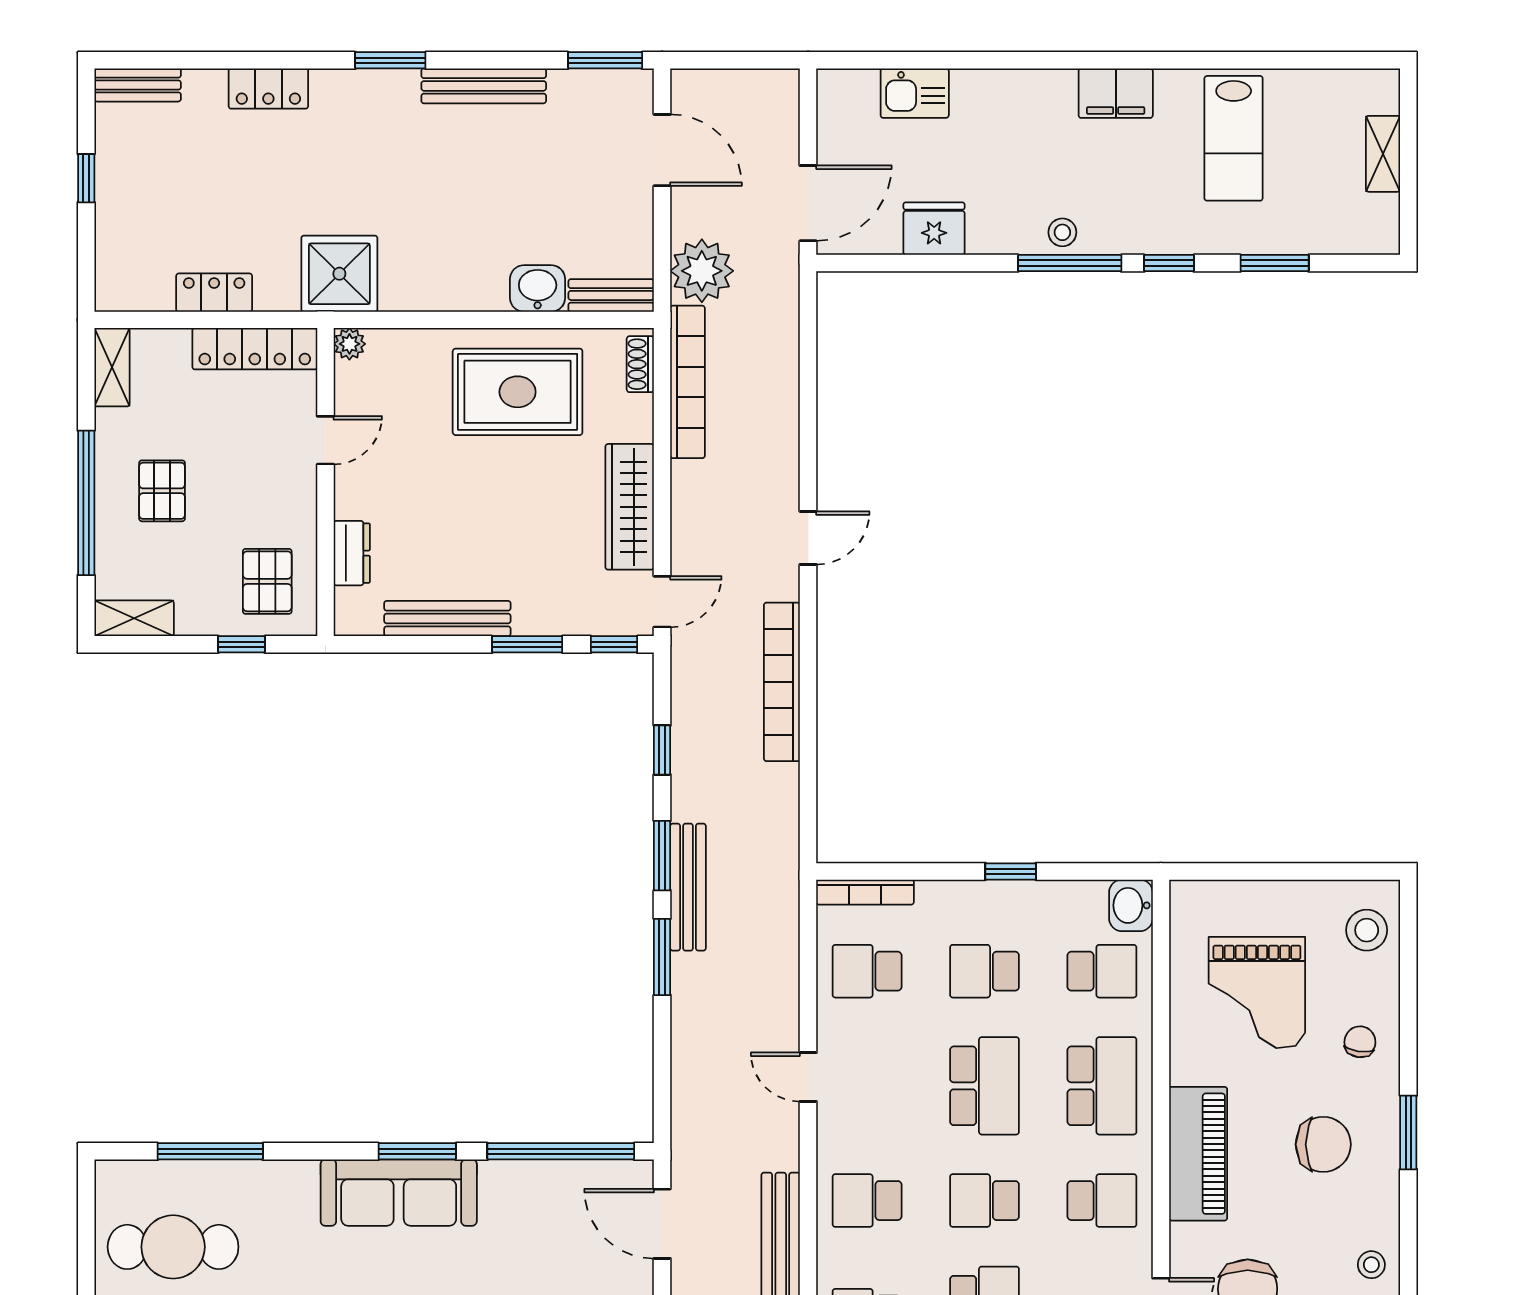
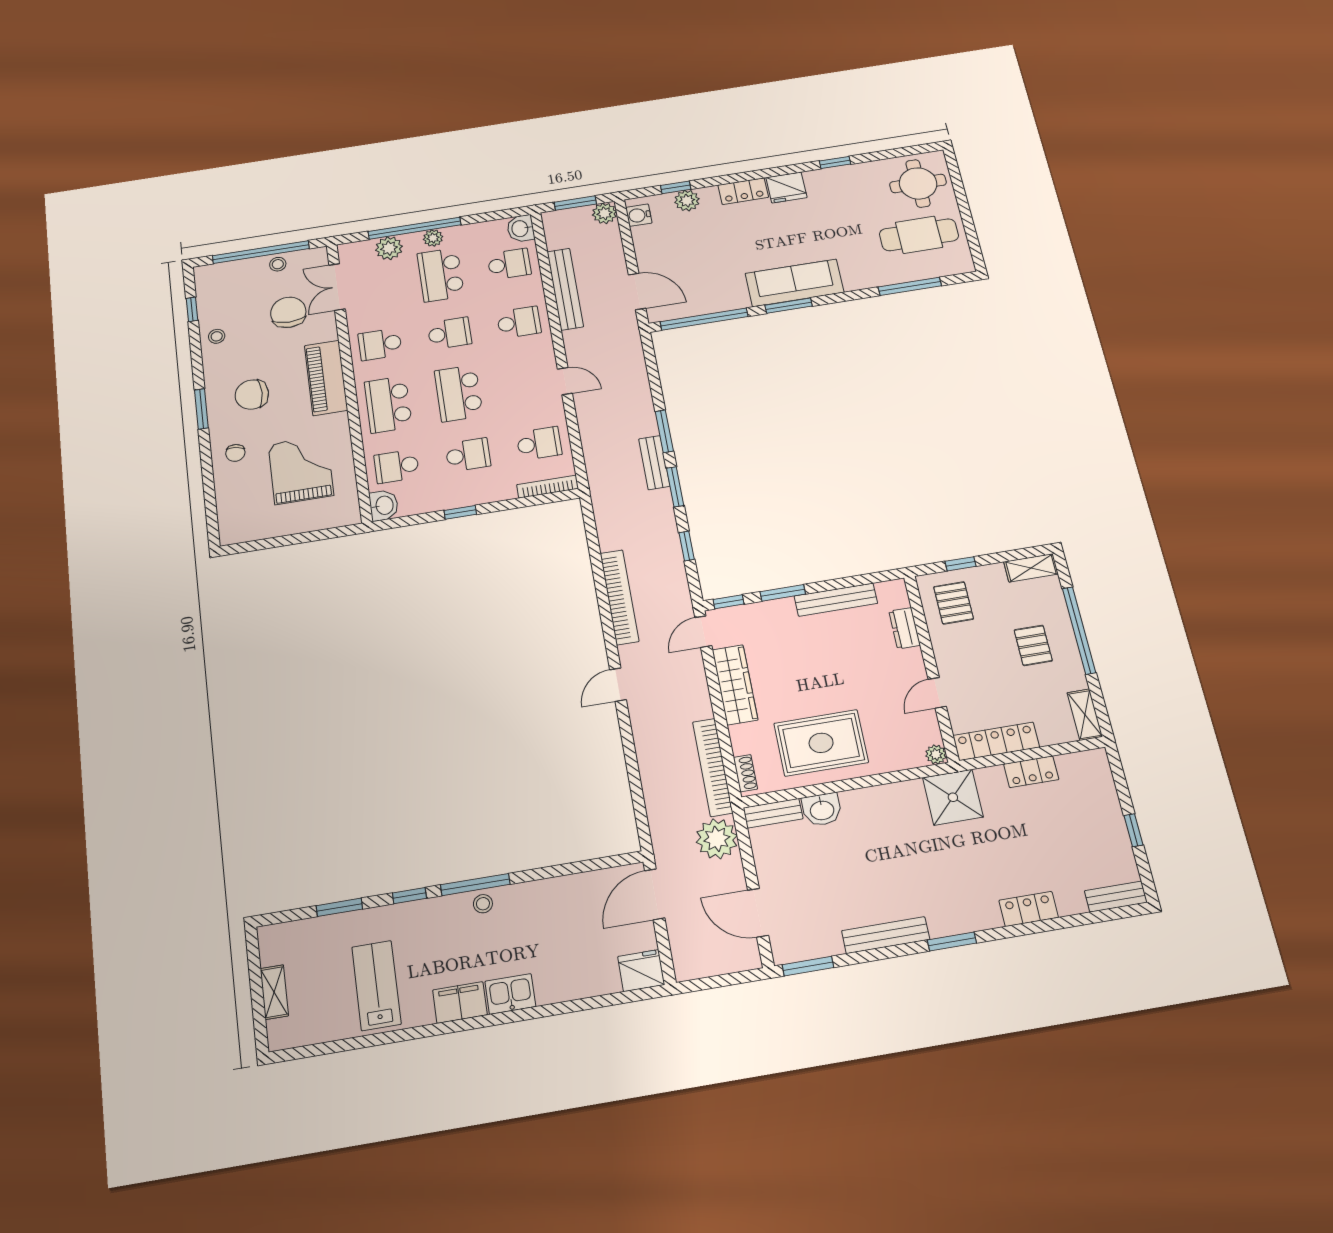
kitchen sink: (915, 93) -> (510, 994), moved
fridge: (934, 229) -> (641, 971), moved, turned 180
bench: (688, 887) -> (654, 463), width x0.73
stool: (1367, 930) -> (237, 515), removed

